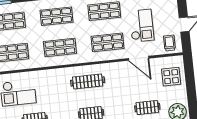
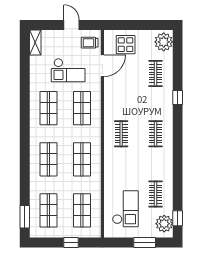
checkout: (142, 26) -> (68, 70), turned 180
door: (139, 58) -> (102, 66), moved
clothes rail: (88, 81) -> (121, 134), width x0.73

